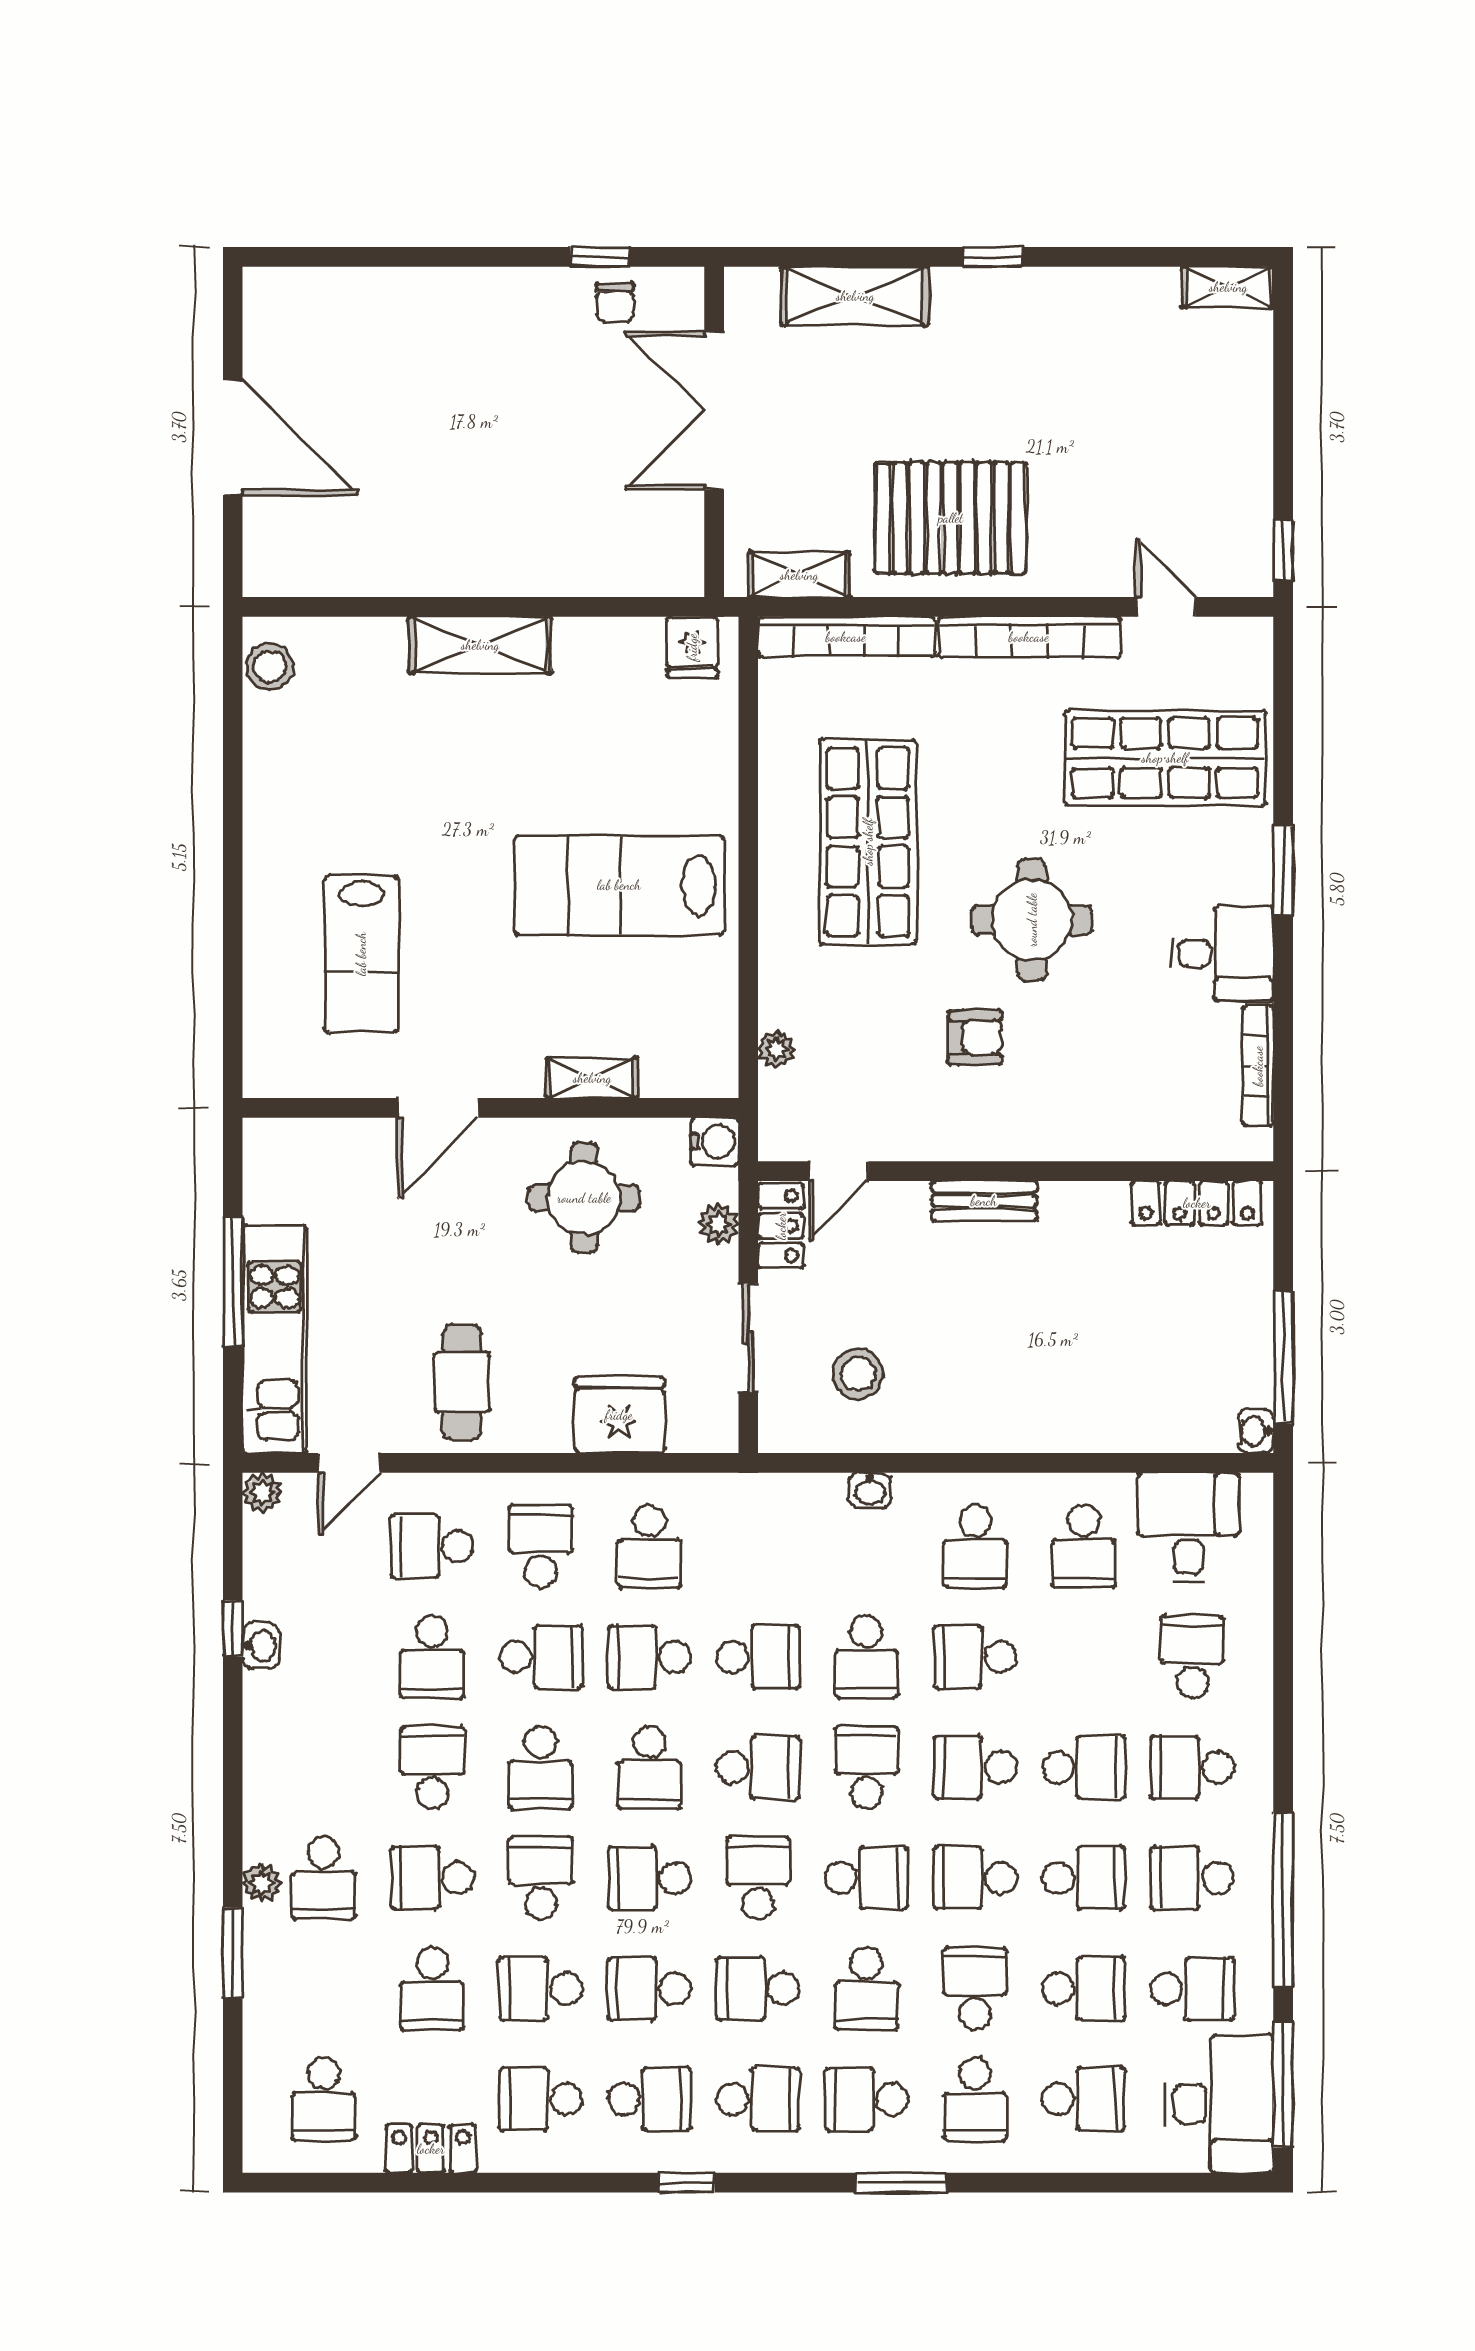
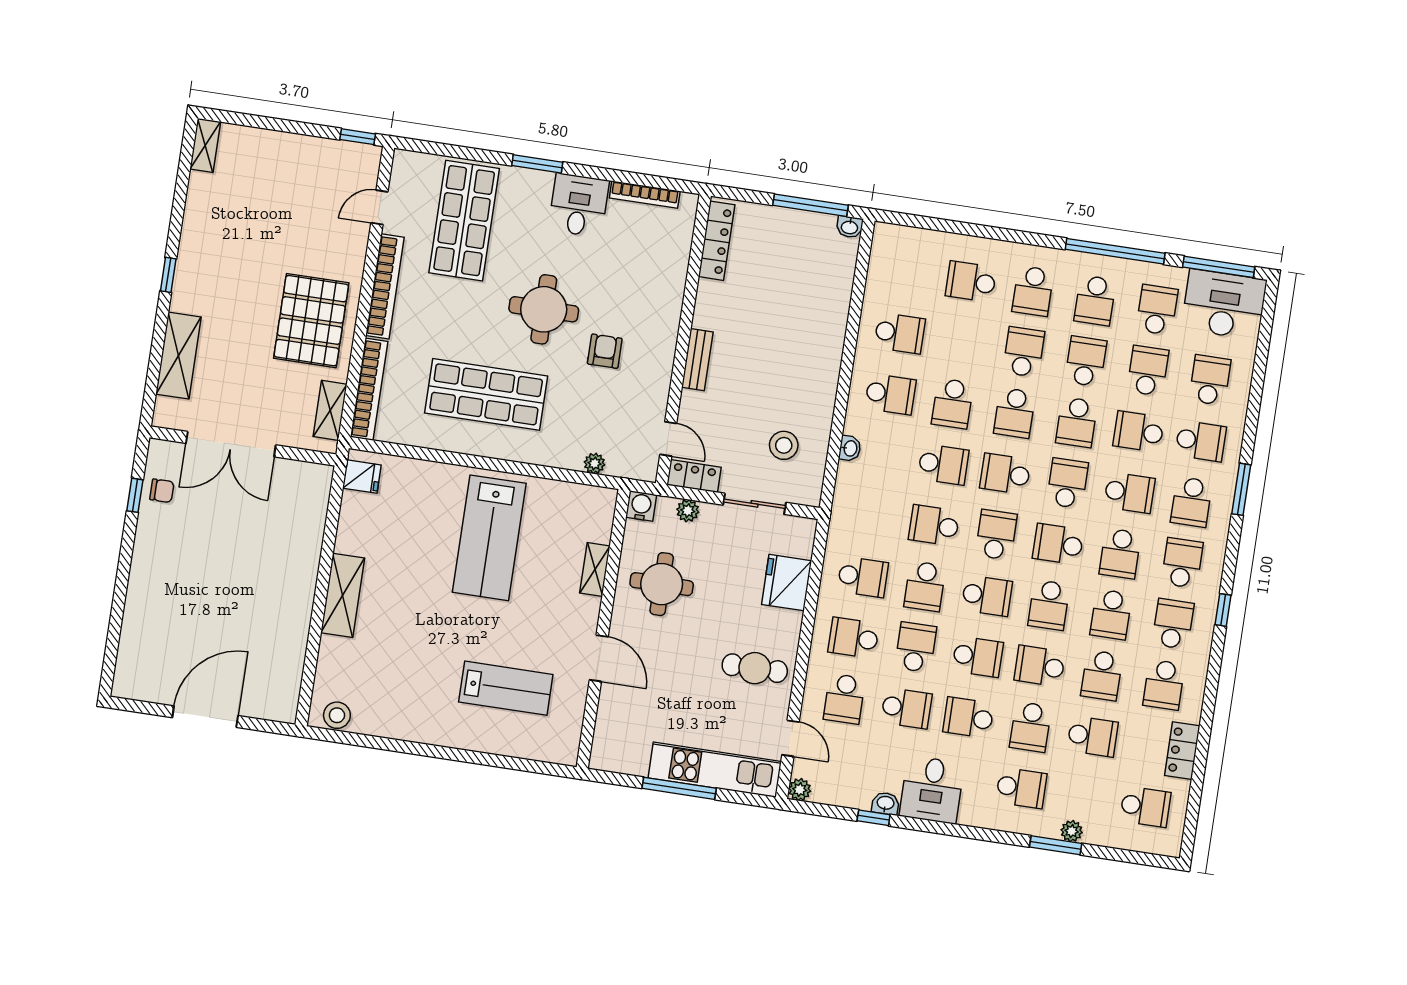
desk: (1189, 1527) -> (932, 790), moved, turned -90
school desk: (758, 1657) -> (934, 525), turned -90
plant: (262, 1883) -> (1072, 831), moved

